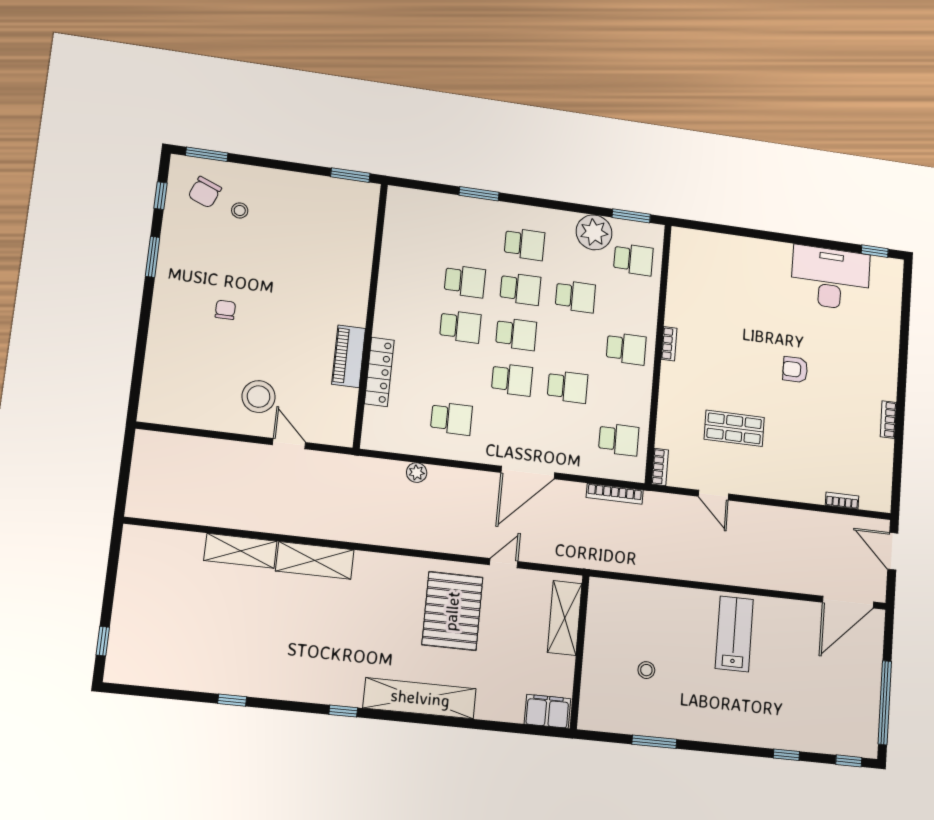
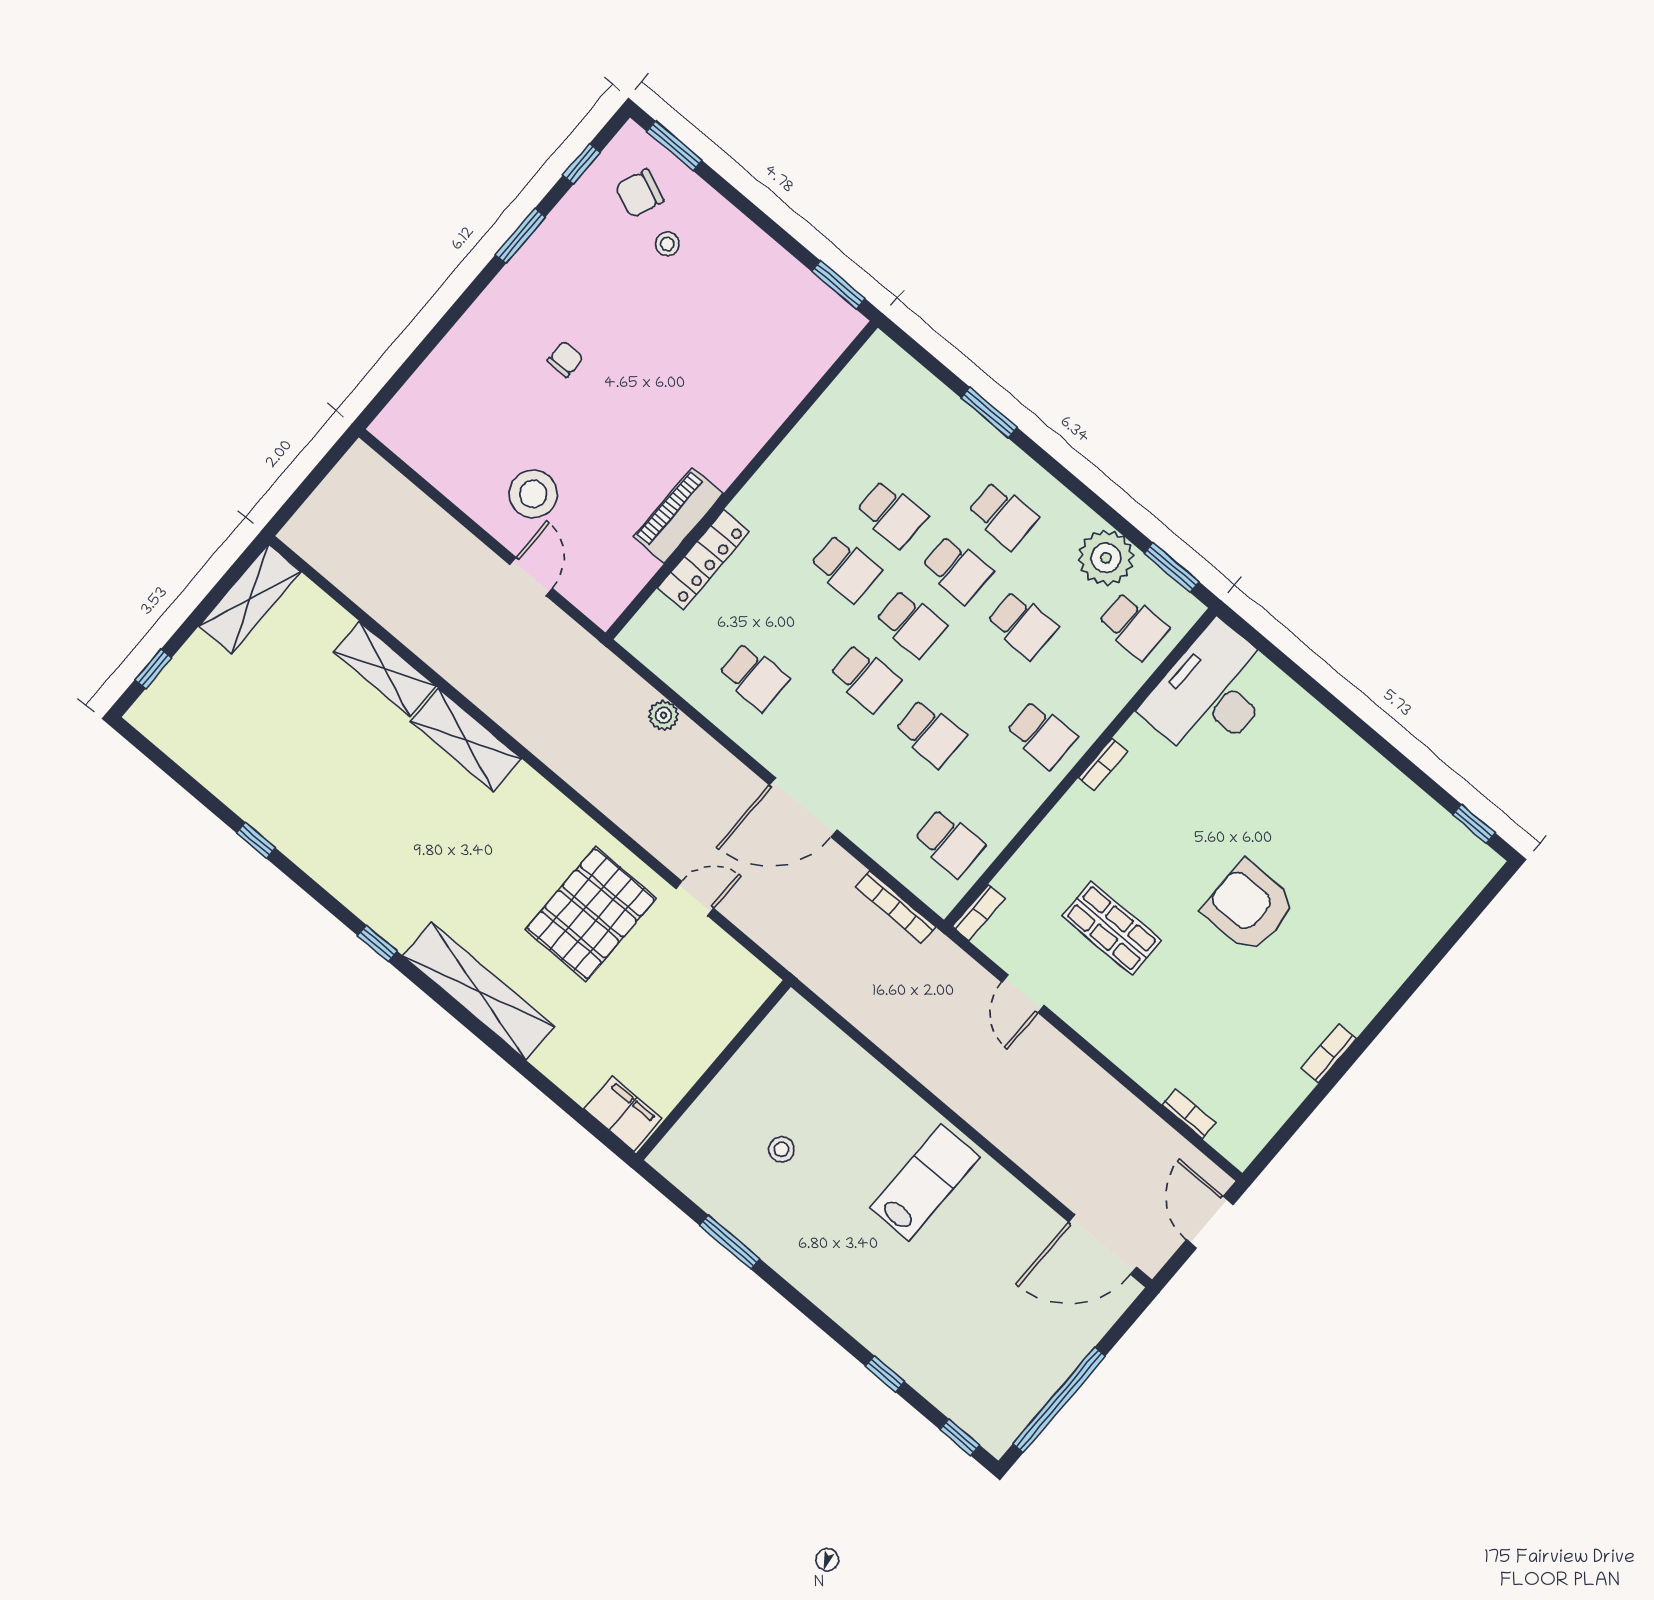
desk: (830, 278) -> (1212, 693), moved, turned -90
armchair: (795, 370) -> (1249, 907), width x1.88, depth x1.88
shelving: (565, 618) -> (250, 599), moved

